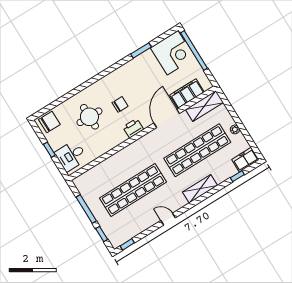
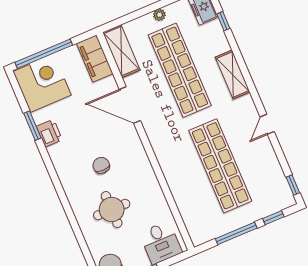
filing cabinet: (187, 94) -> (95, 59), moved
printer: (133, 128) -> (49, 133), moved, turned 180

